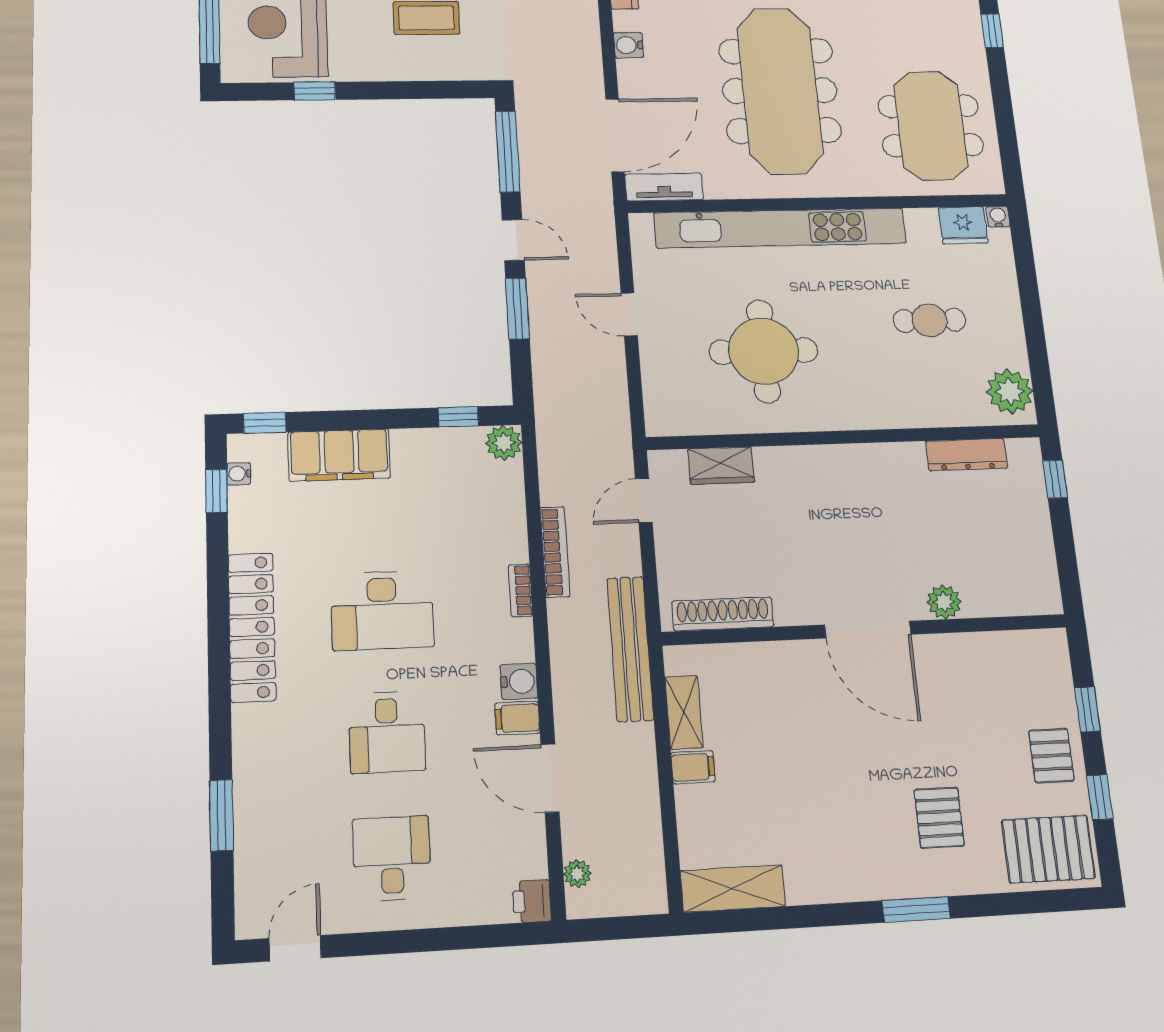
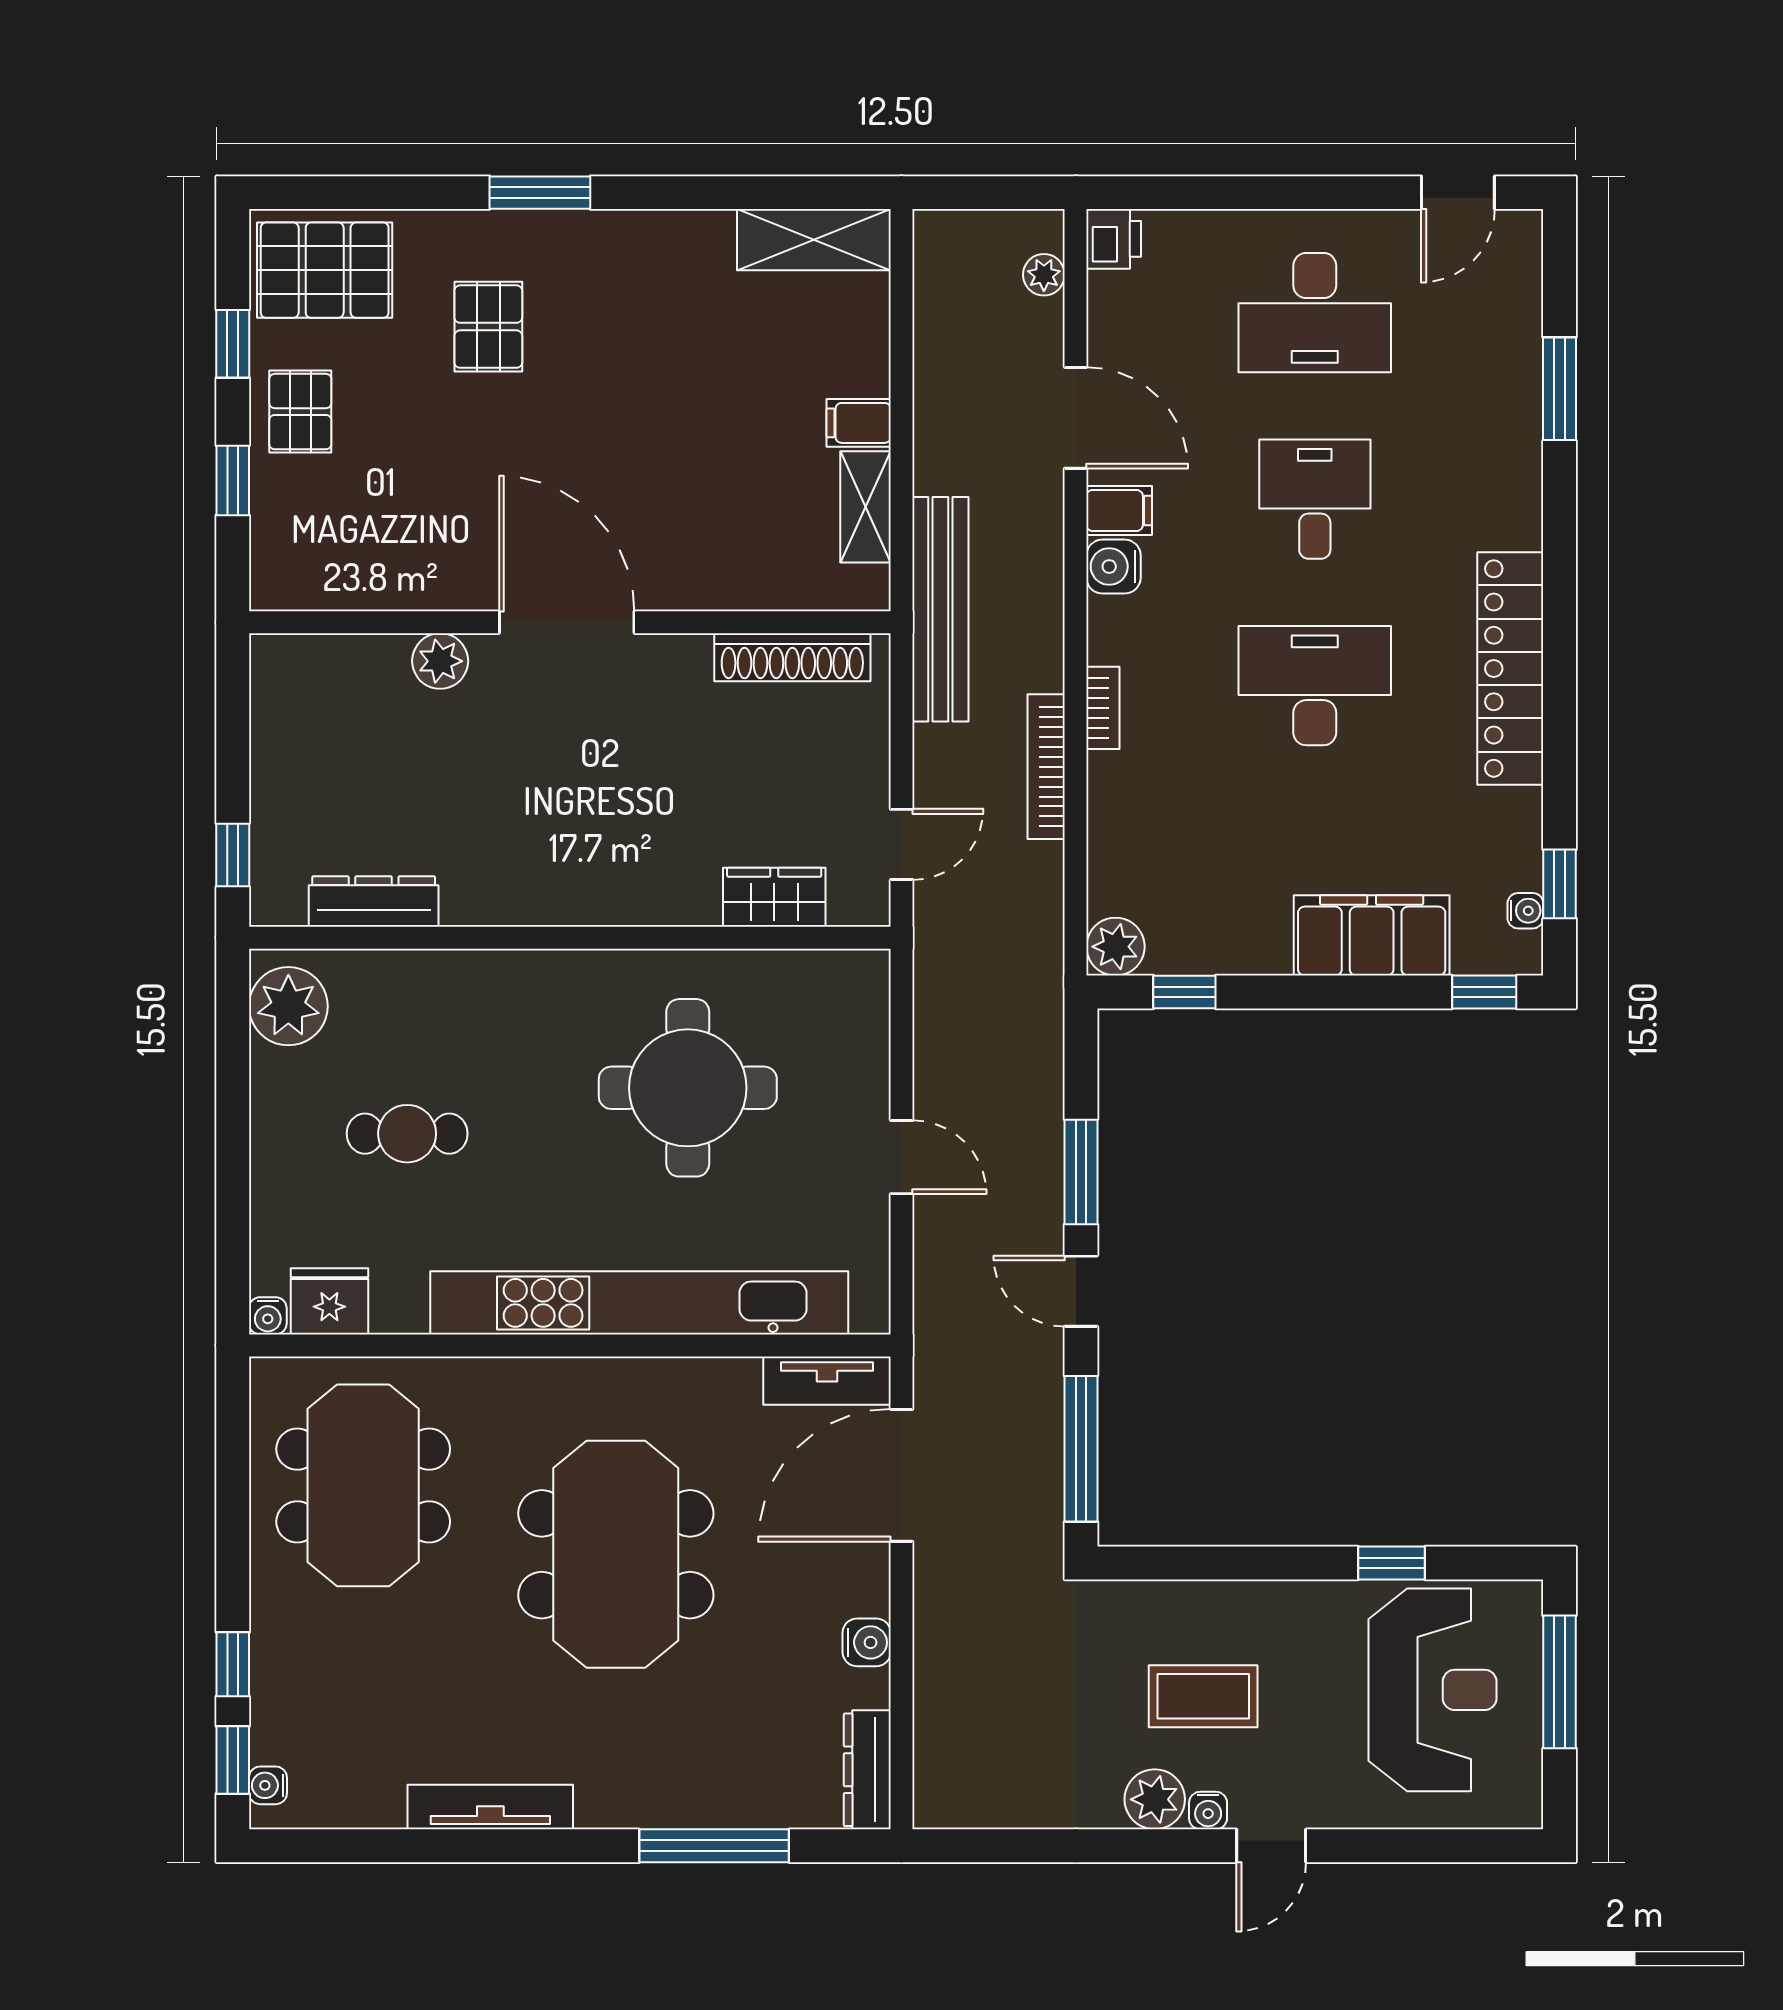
meeting table: (780, 91) -> (616, 1554), width x0.73
desk: (392, 858) -> (1315, 313), width x1.37

